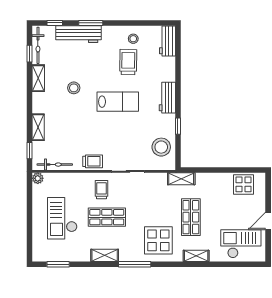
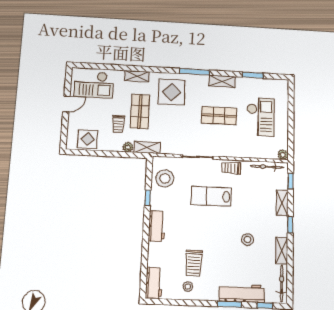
window: (30, 54) -> (290, 225), moved
lab bench: (118, 102) -> (211, 196), moved
plant: (201, 178) -> (128, 147), added
trolley: (101, 190) -> (118, 124), moved
window: (58, 264) -> (253, 75), moved

